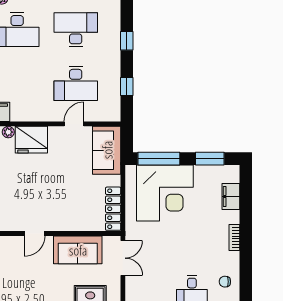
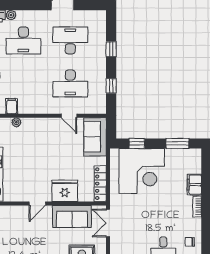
door: (74, 124) -> (69, 116), swing flipped
fridge: (31, 140) -> (65, 191), moved, turned 180
window: (159, 159) -> (137, 143), width x0.46
filing cabinet: (231, 196) -> (194, 185), moved
double door: (123, 258) -> (108, 223), swing flipped

